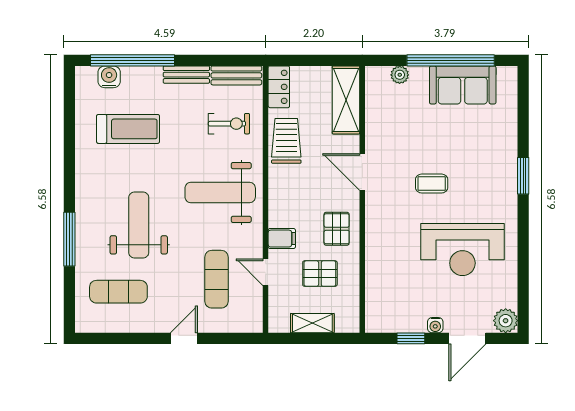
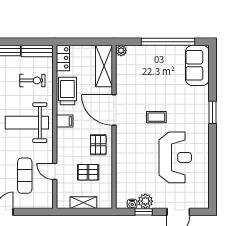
plant: (400, 75) -> (121, 51), moved
sofa: (463, 85) -> (197, 65), moved, turned 90
door: (362, 172) -> (114, 110), width x1.36
filing cabinet: (282, 239) -> (65, 121), moved
reception desk: (462, 249) -> (175, 157), turned -90
plant: (506, 321) -> (145, 201), moved
water cooler: (435, 325) -> (132, 204), moved

